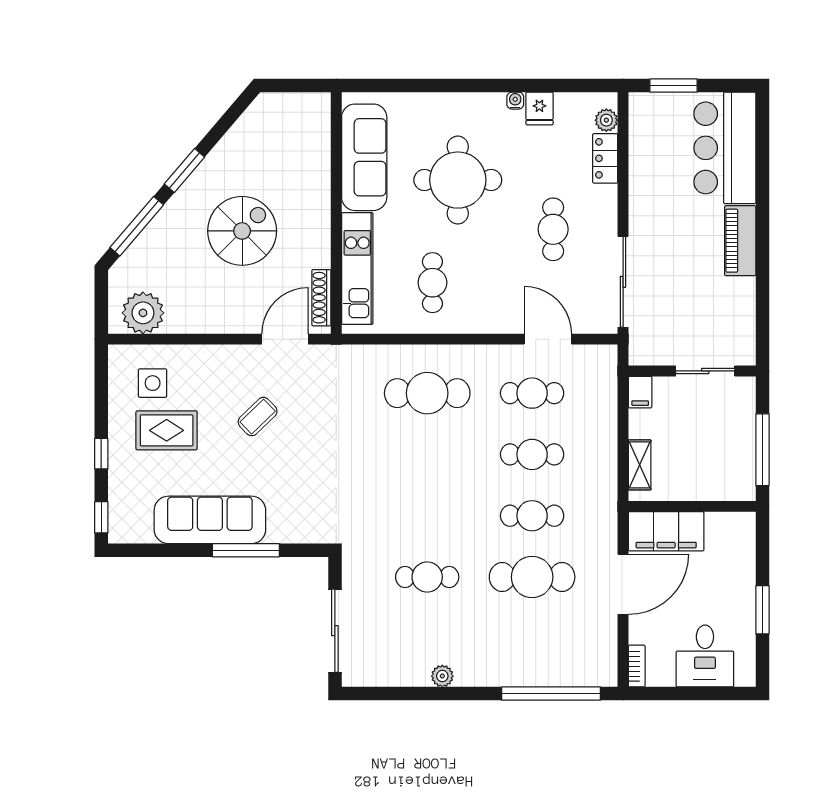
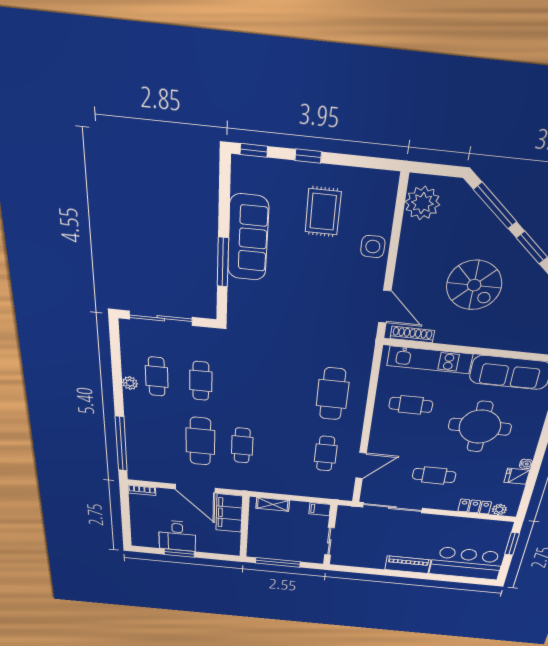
side table: (153, 383) -> (373, 247), moved
coffee table: (258, 417) -> (327, 281), removed
cafe table: (532, 454) -> (157, 377), moved
desk: (705, 656) -> (177, 536), moved, turned -90

